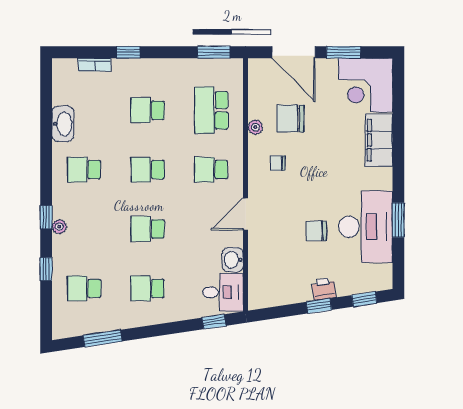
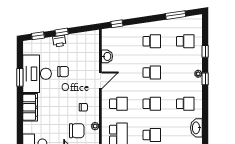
filing cabinet: (379, 140) -> (30, 107), moved
desk: (223, 292) -> (112, 39), removed

